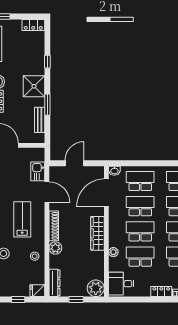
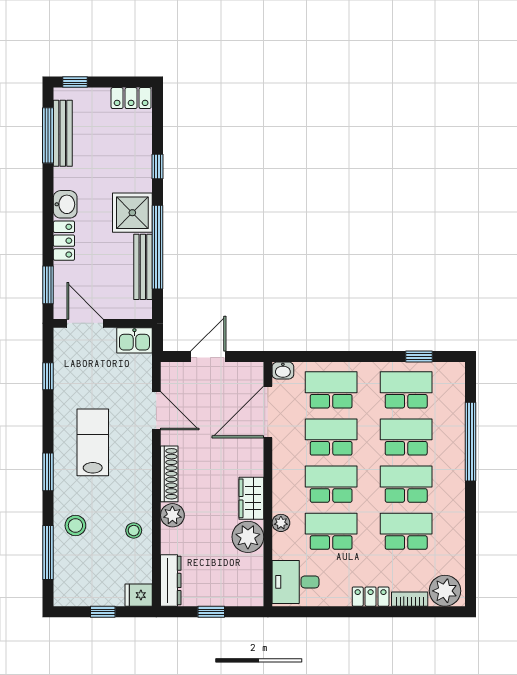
window: (47, 105) -> (157, 247), width x2.11
bench: (40, 120) -> (143, 267), width x1.36
kitchen sink: (38, 171) -> (134, 340), moved, turned -90
lab bench: (22, 219) -> (93, 442), moved
wardrobe: (98, 233) -> (251, 498), width x0.67
plant: (96, 288) -> (248, 537), moved

